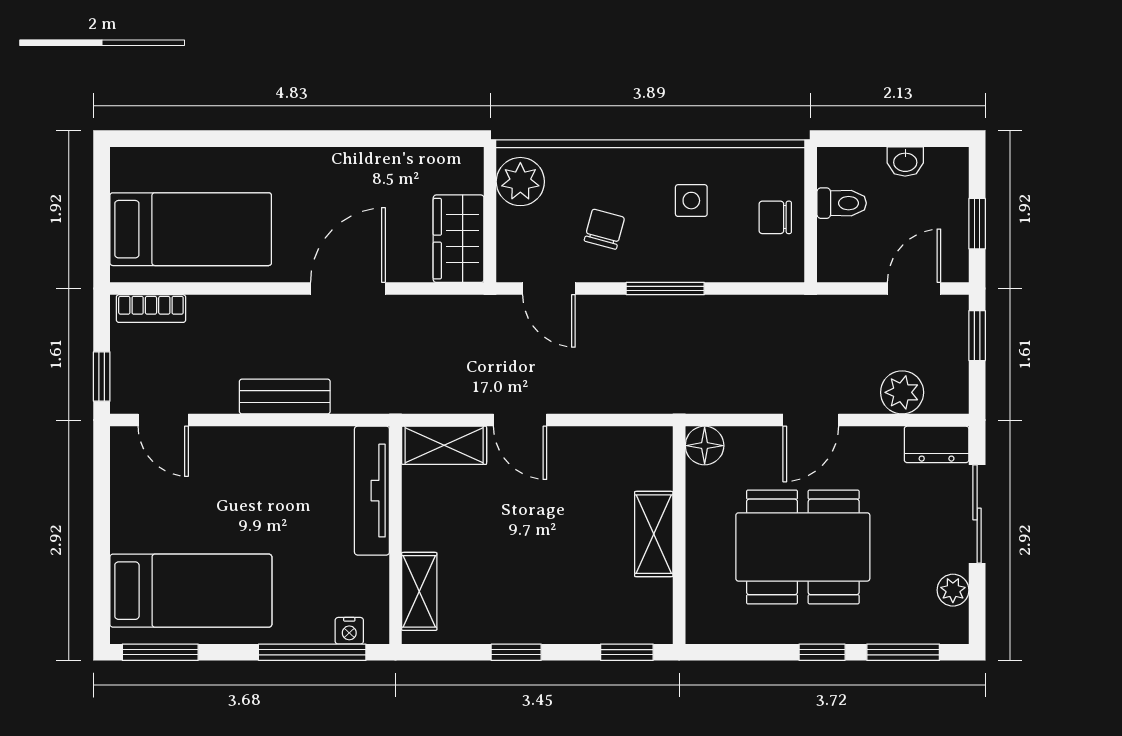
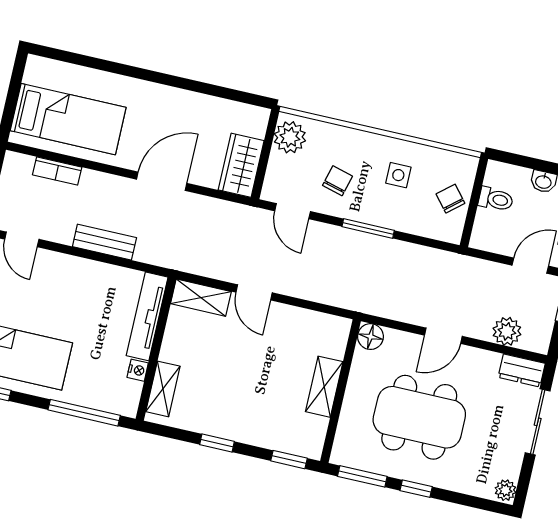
chair: (775, 217) -> (450, 199), turned 50
bookcase: (151, 309) -> (57, 171), moved
plant: (953, 590) -> (505, 490), moved
nightstand: (349, 631) -> (138, 370), moved, turned -90
window: (903, 652) -> (362, 476), moved

